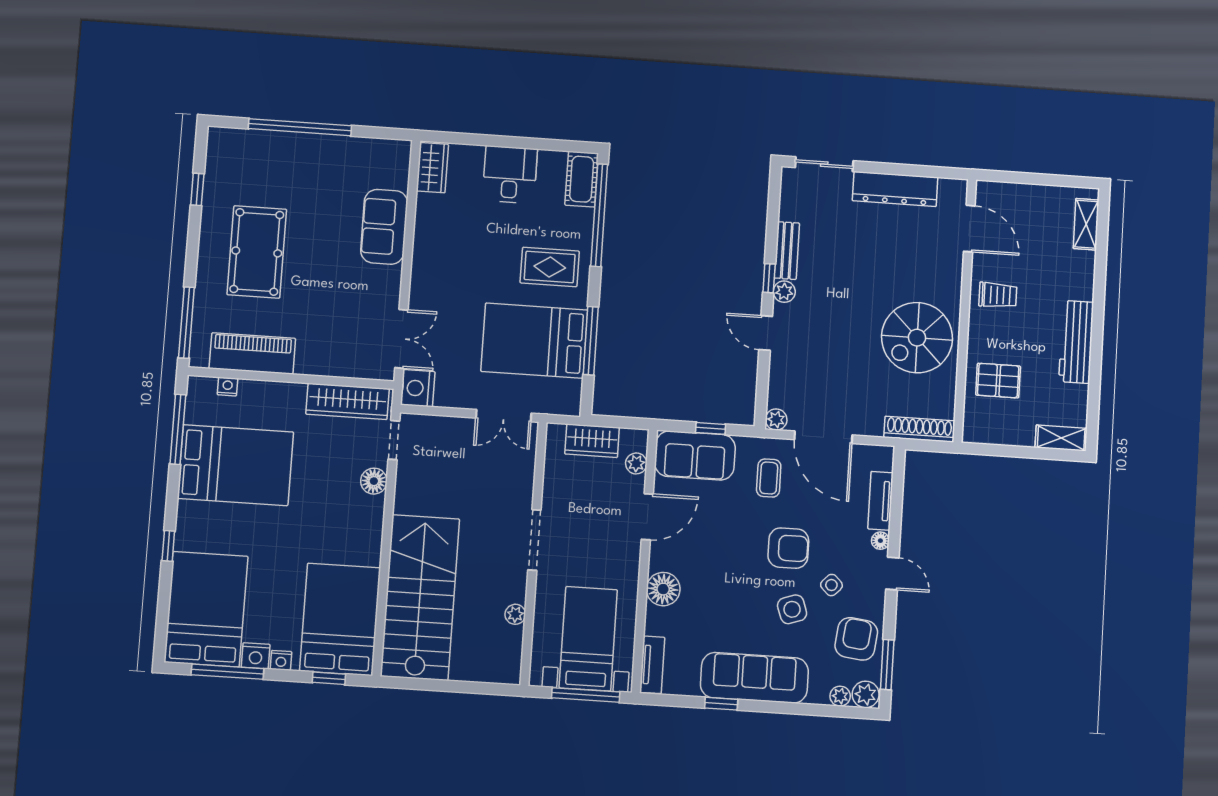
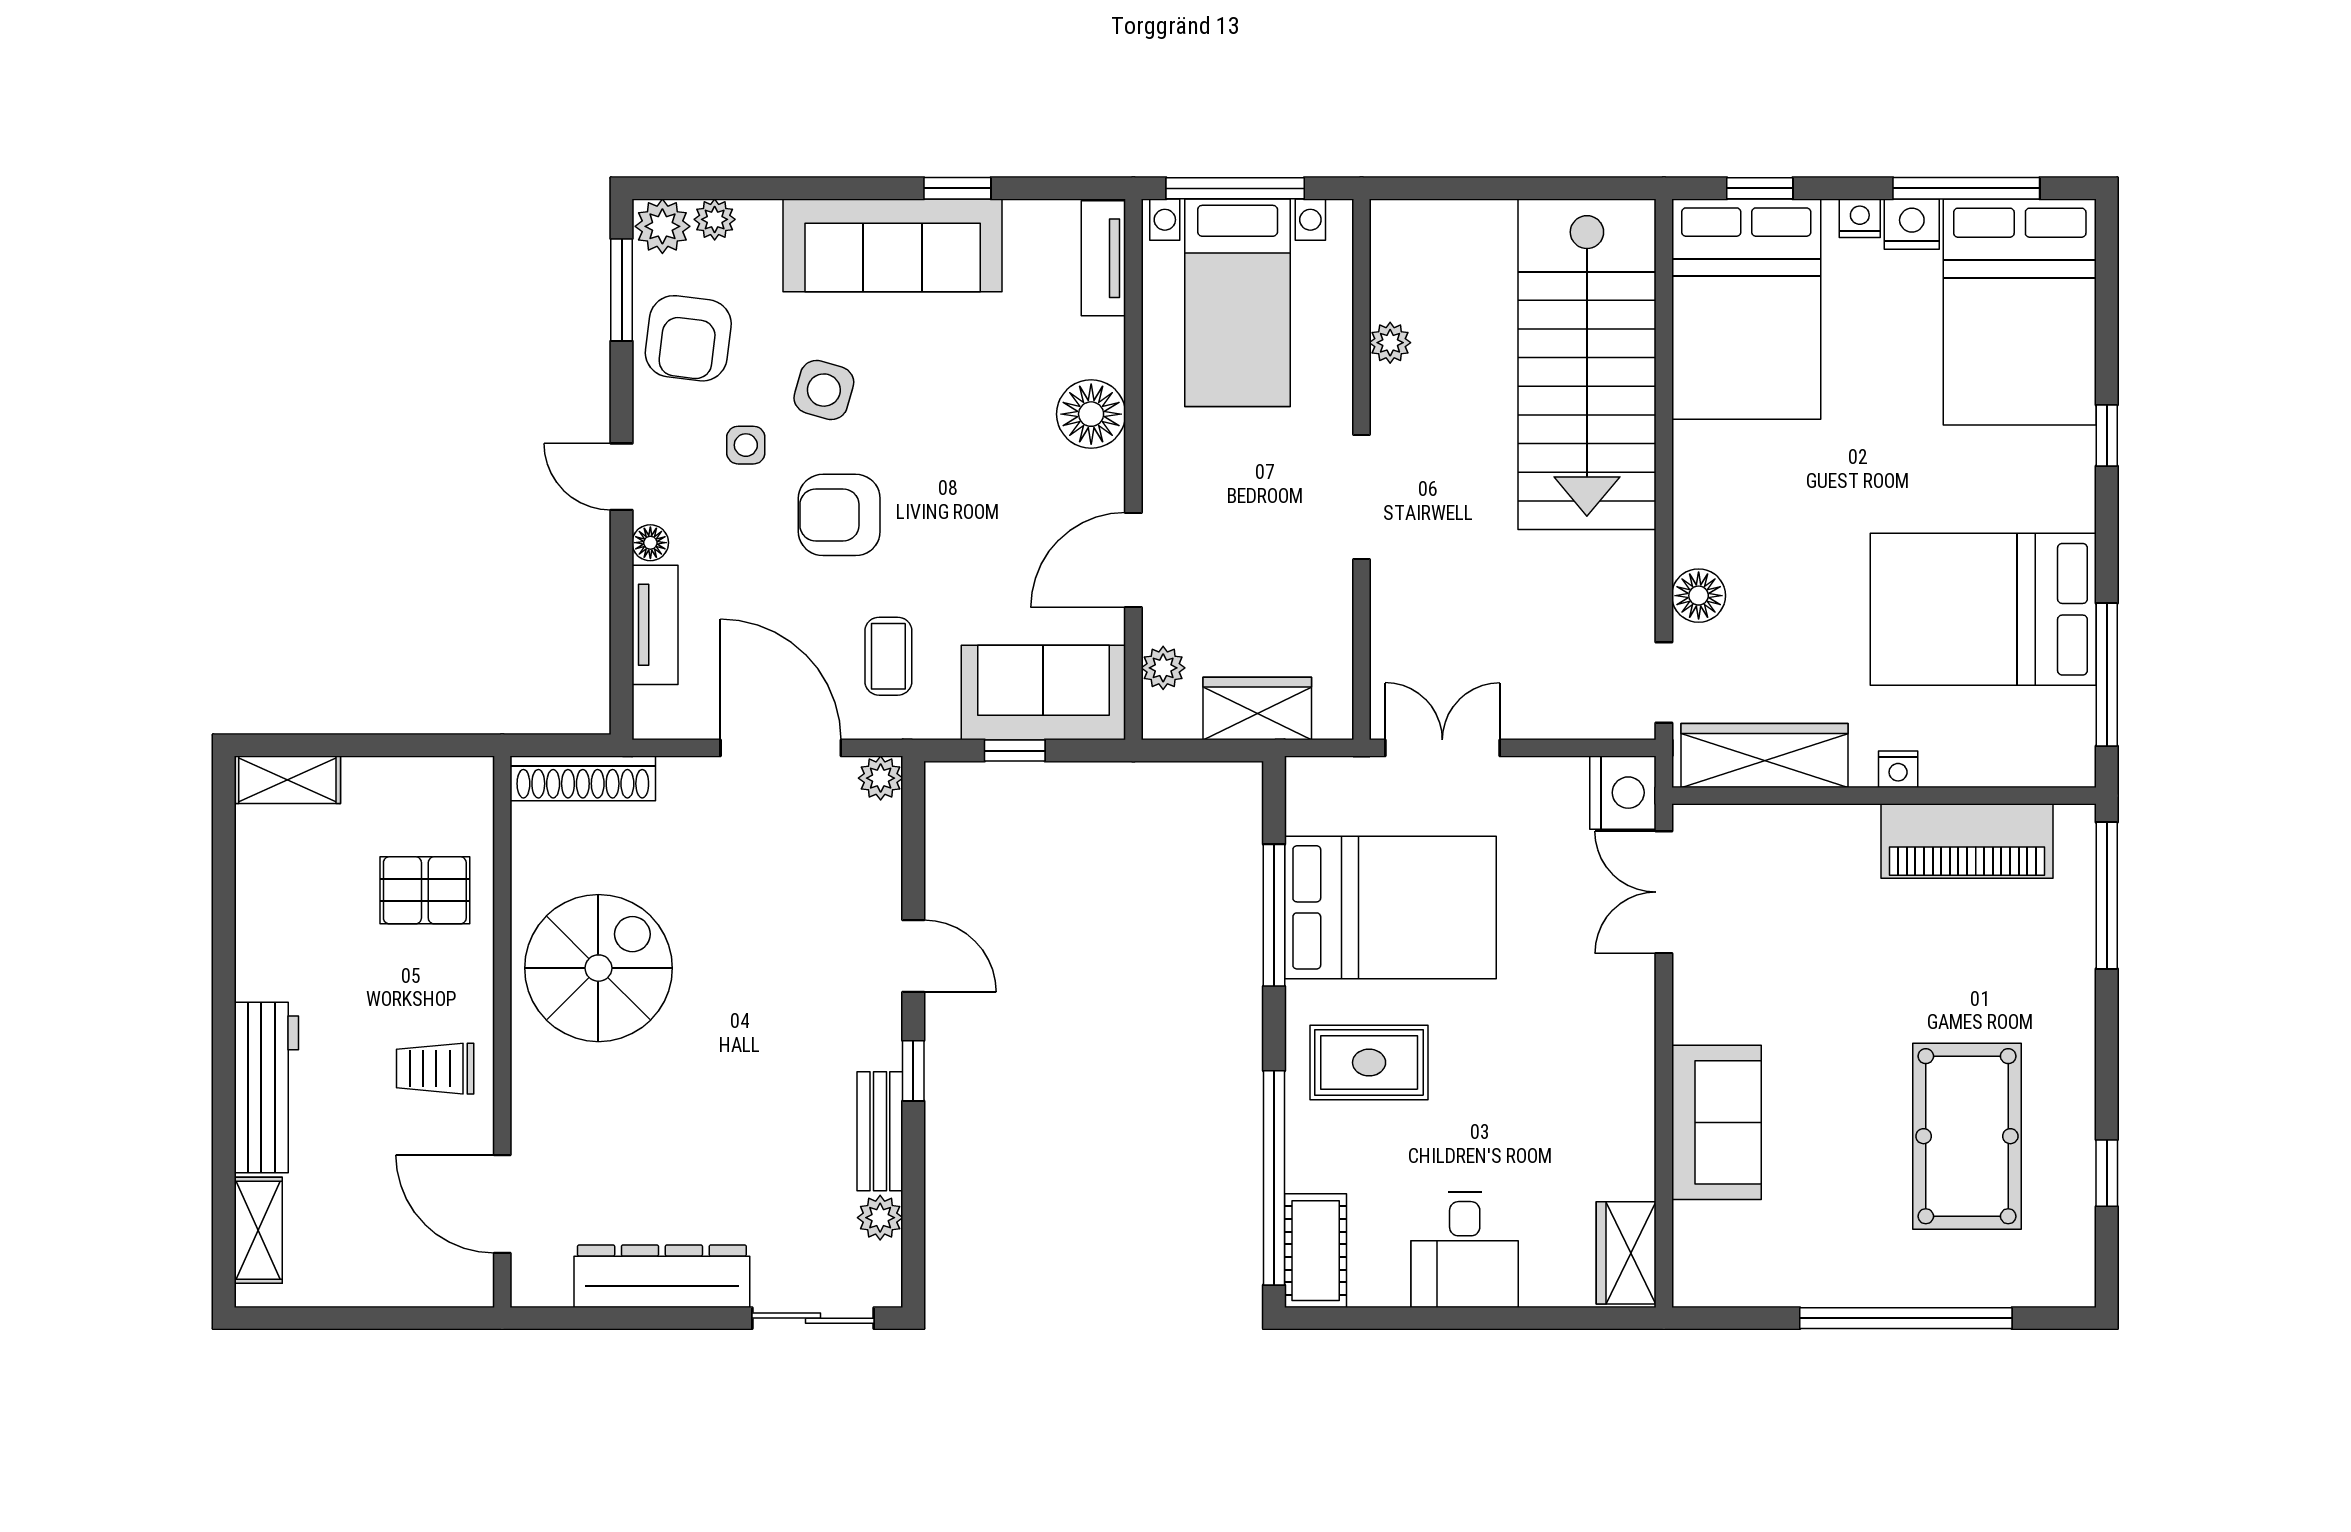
pool table: (257, 252) -> (1967, 1136), moved
plant: (784, 292) -> (880, 1218), moved
workbench: (1076, 342) -> (266, 1087), moved
nightstand: (227, 387) -> (1898, 769), moved
side table: (831, 585) -> (746, 445), turned 45
side table: (792, 609) -> (824, 390), turned 35

